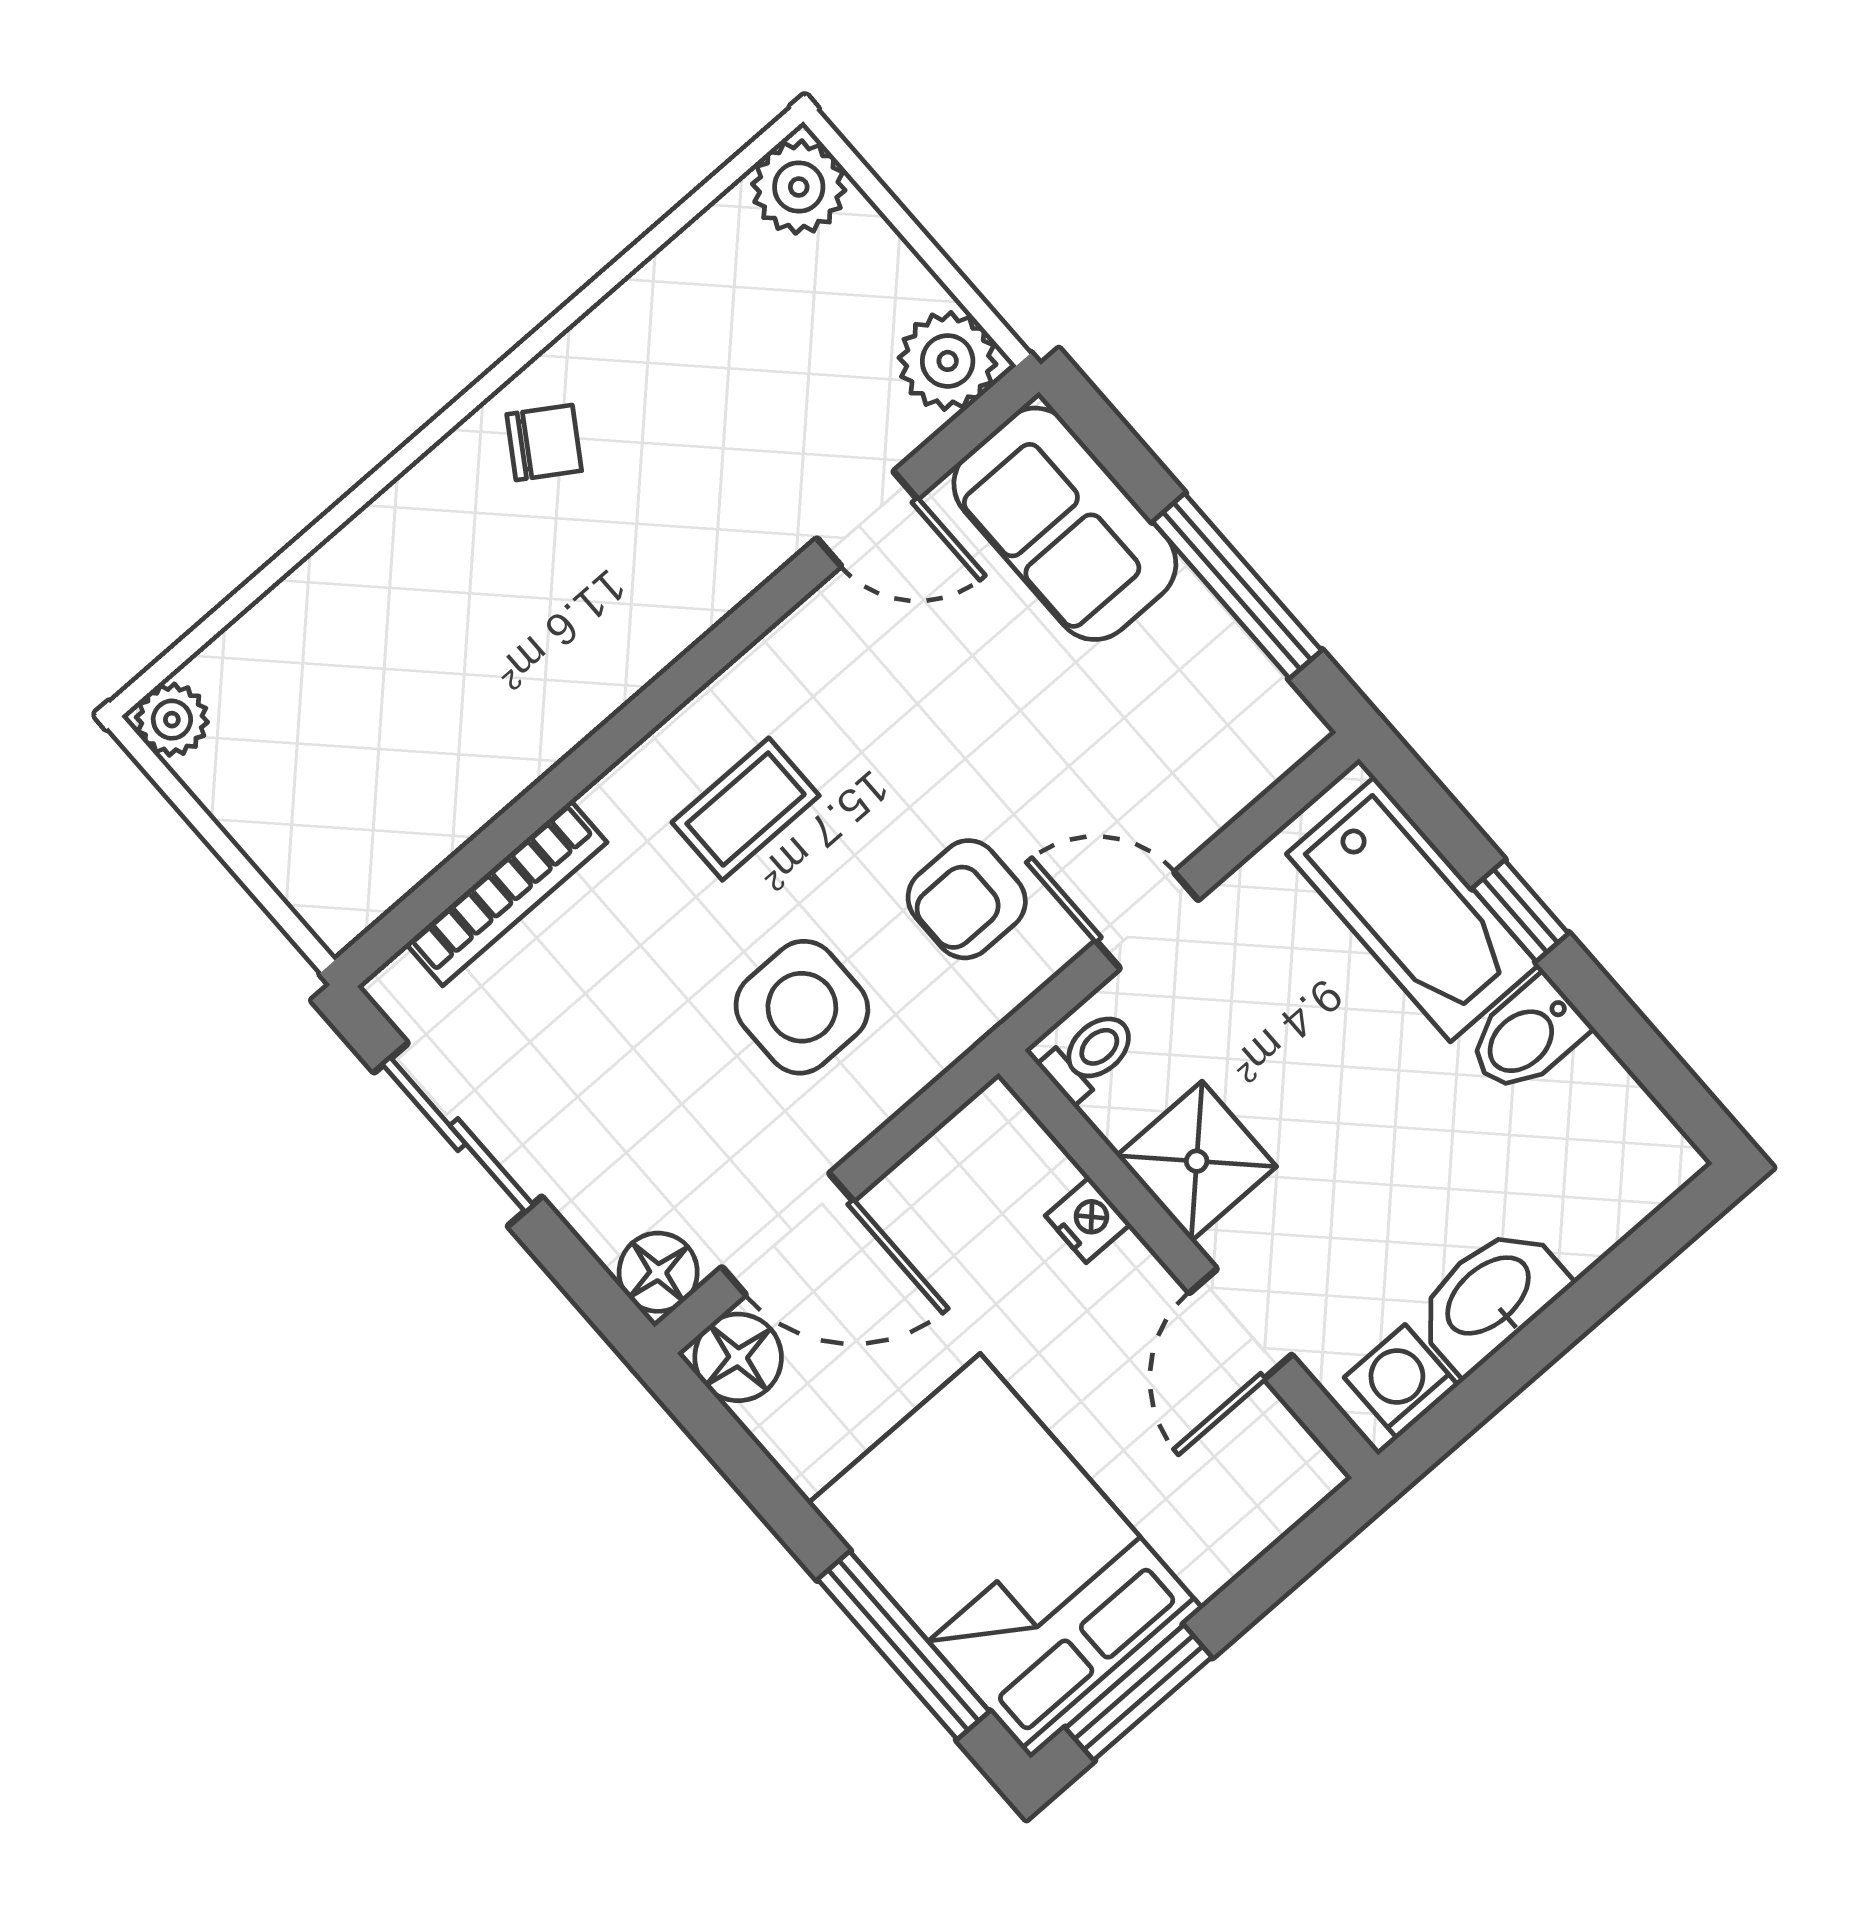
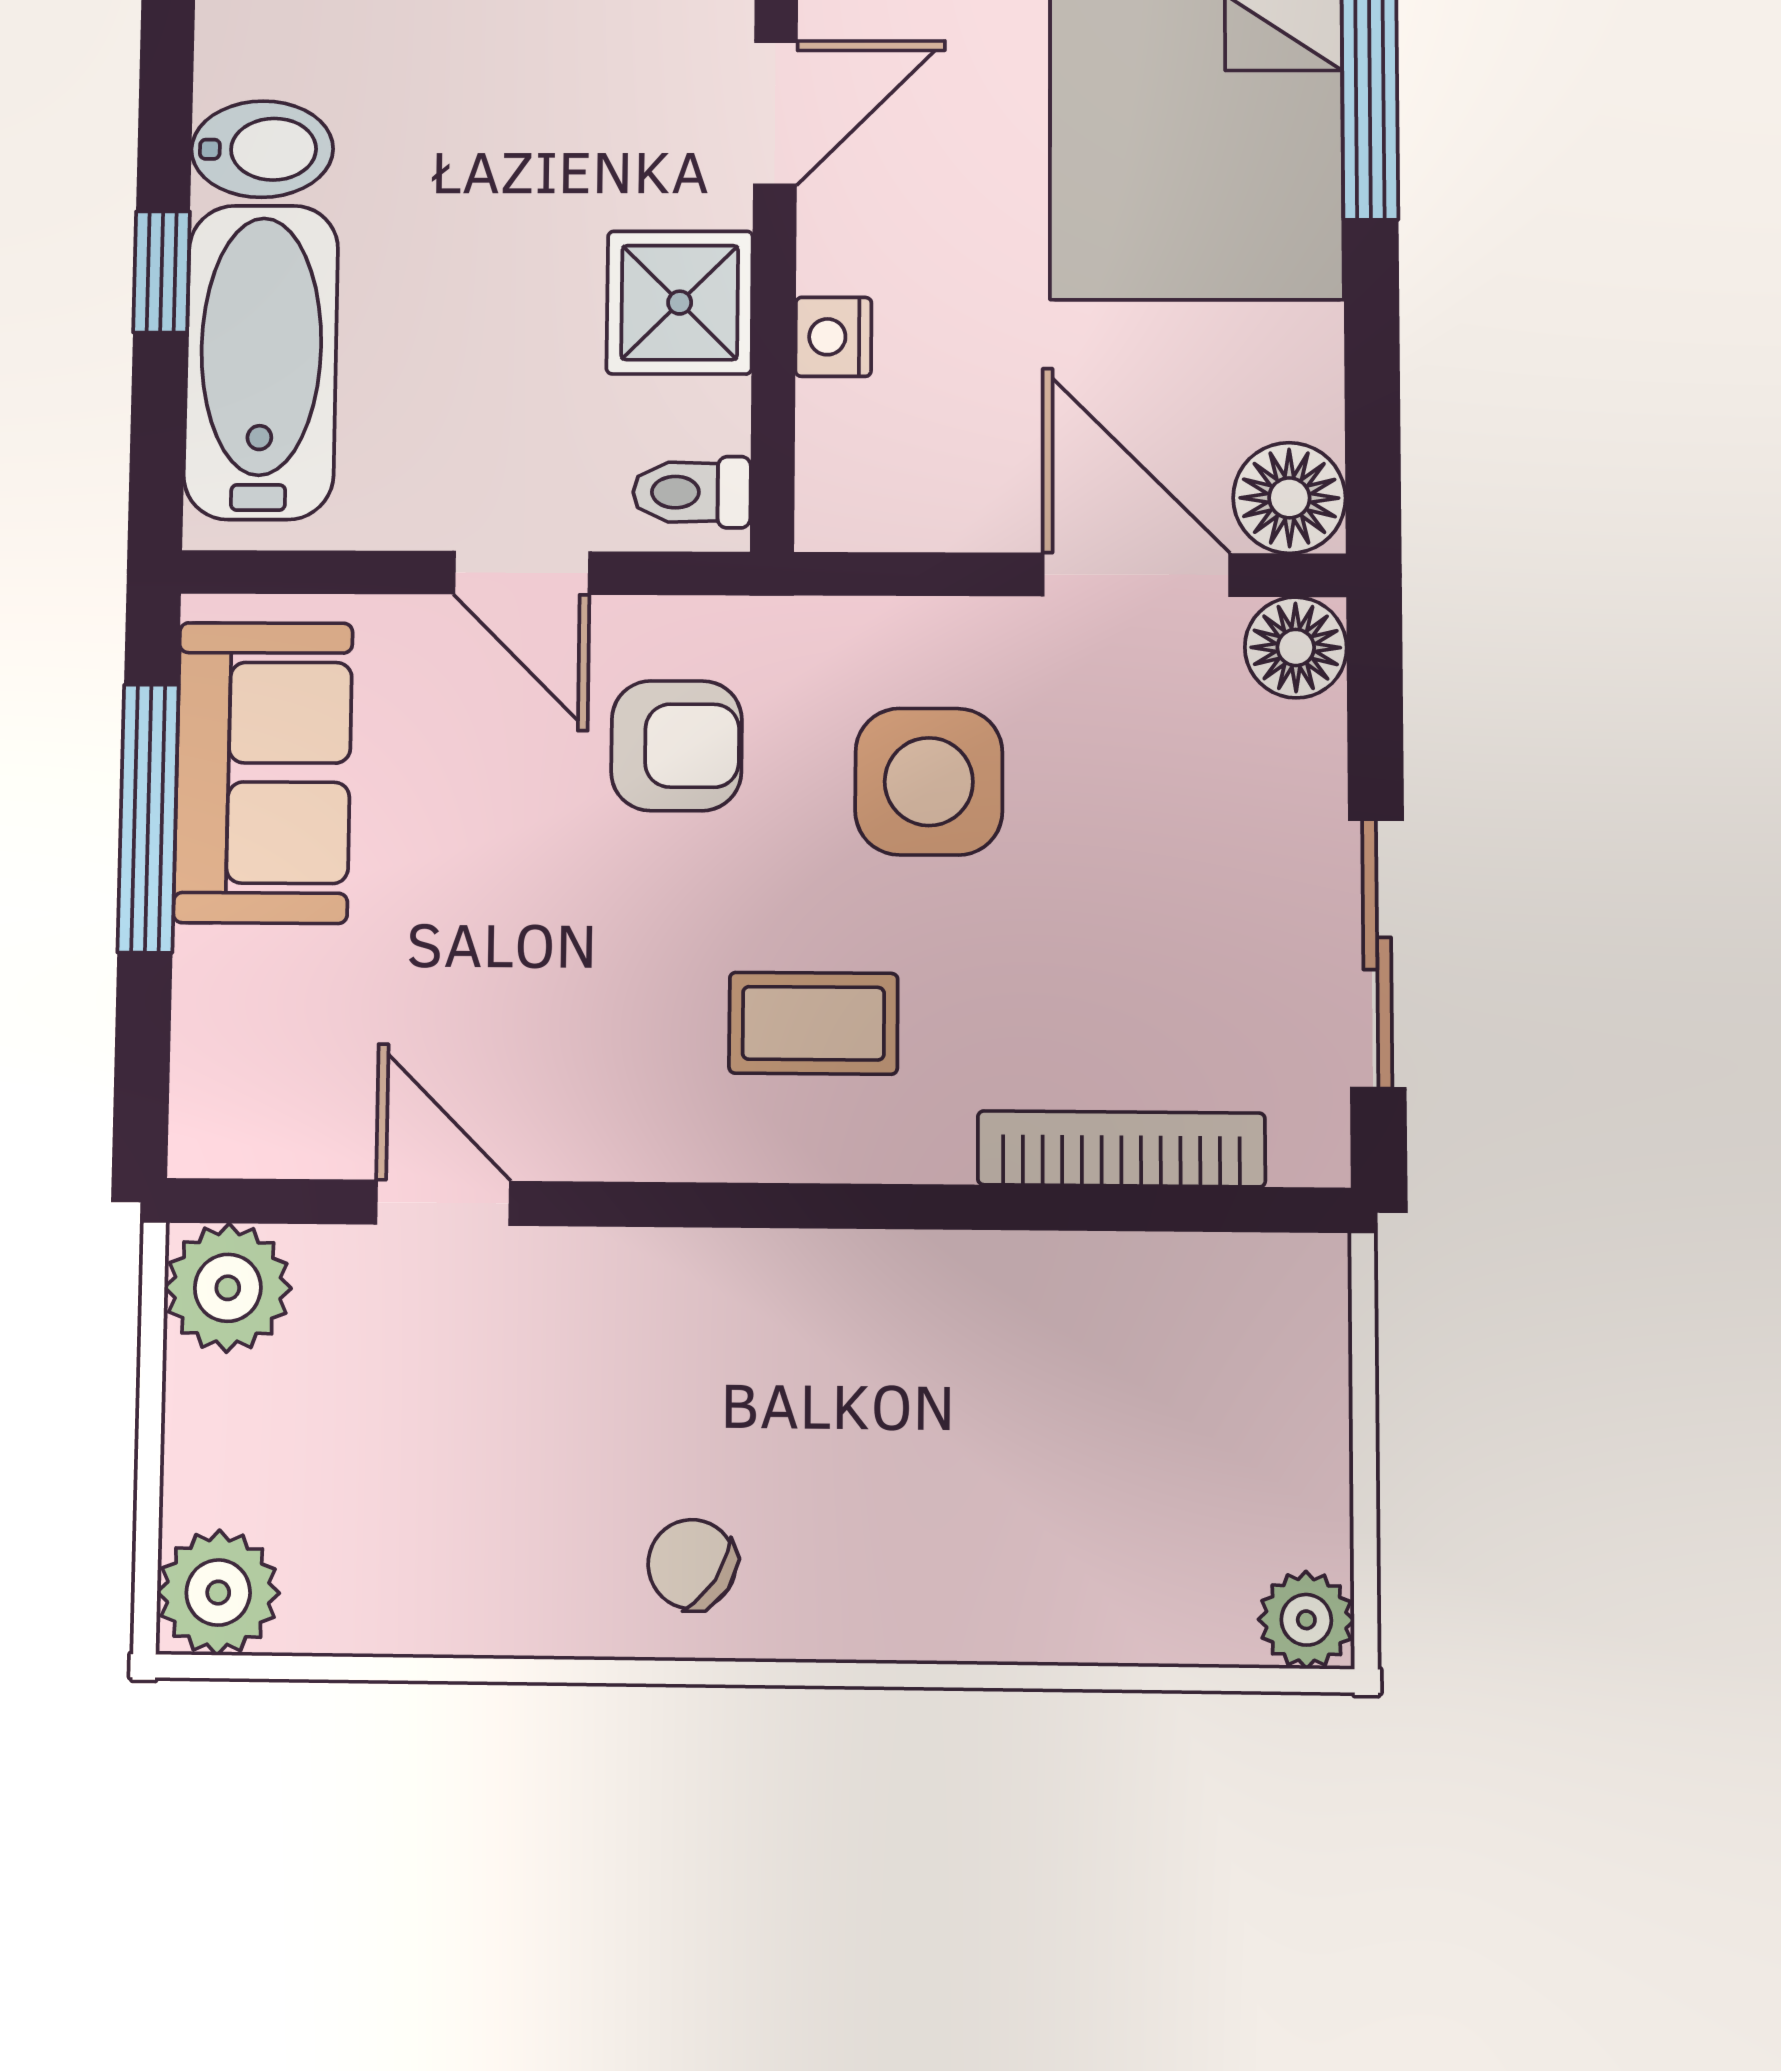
sofa: (1065, 524) -> (263, 772), moved

